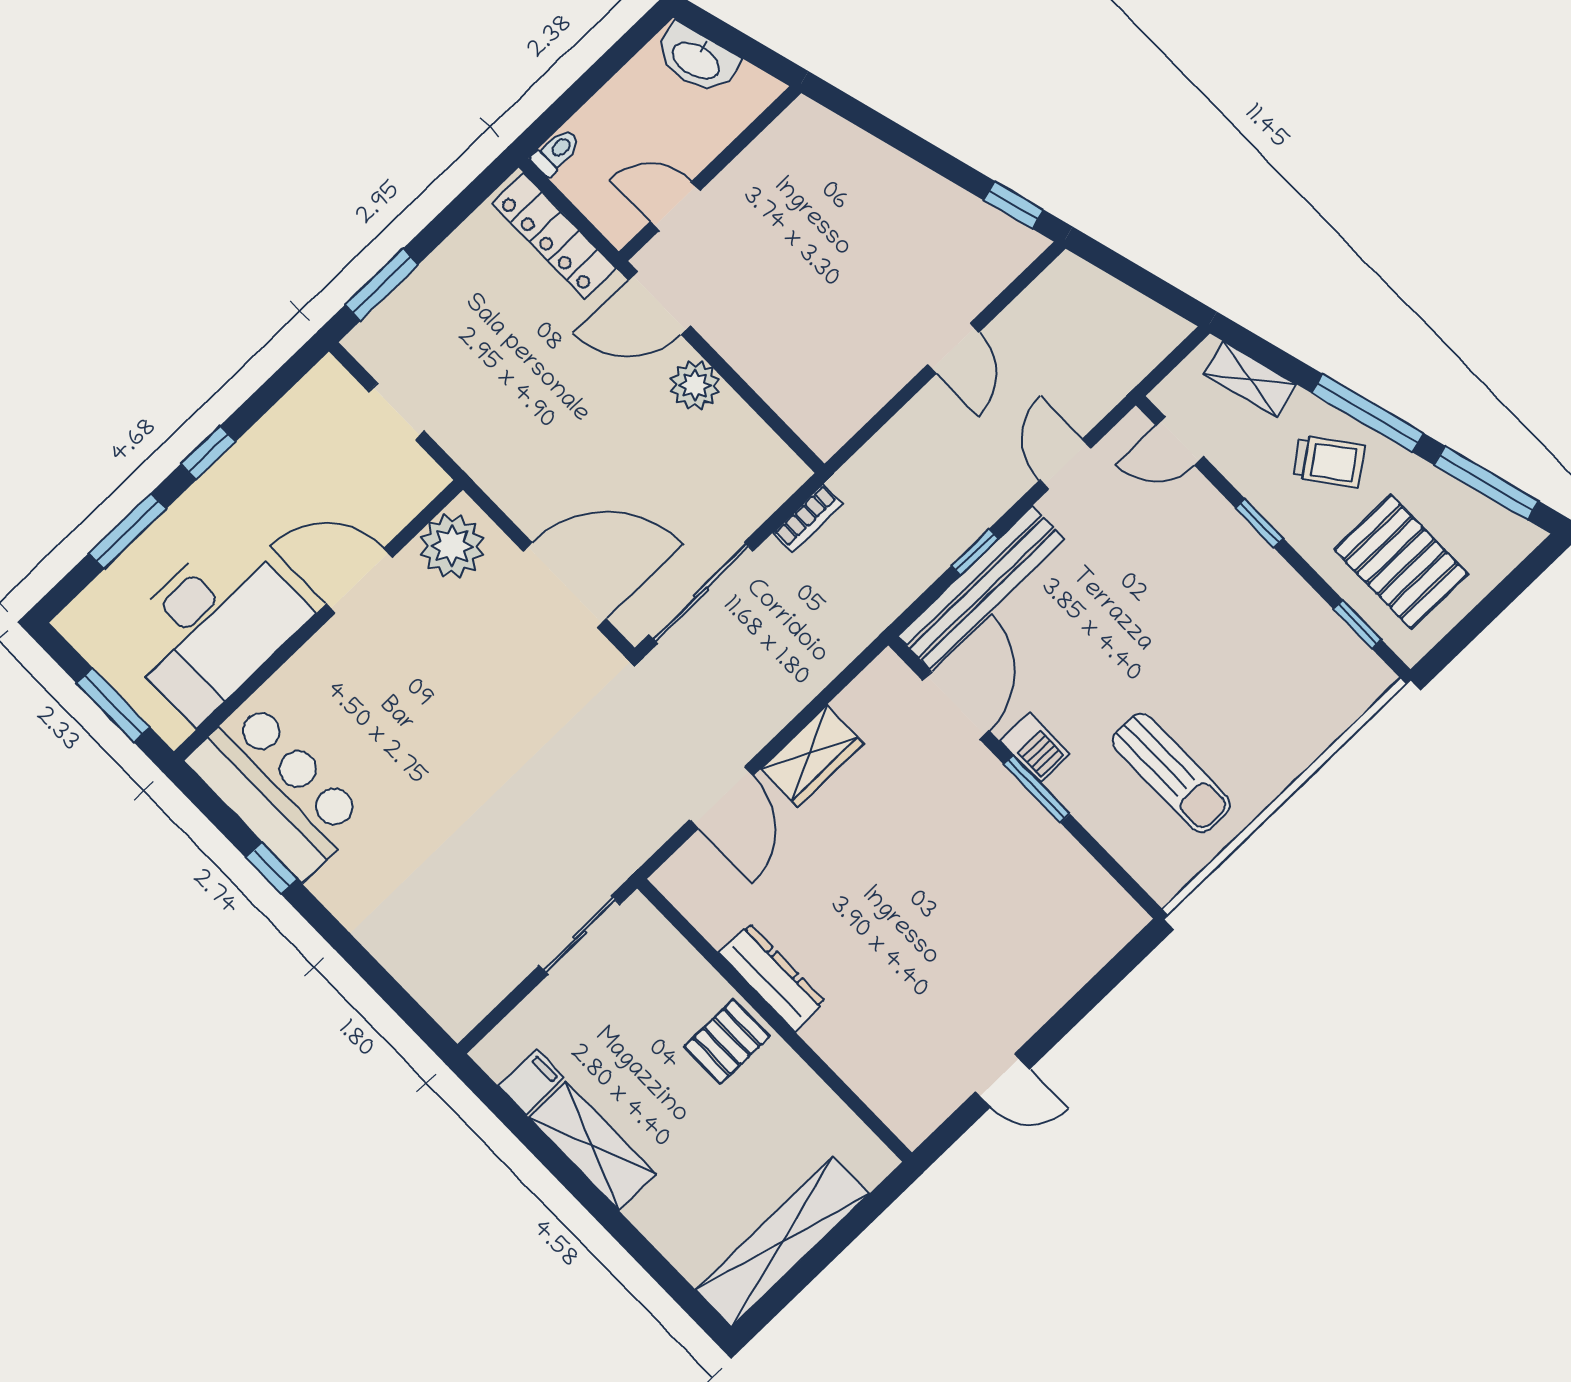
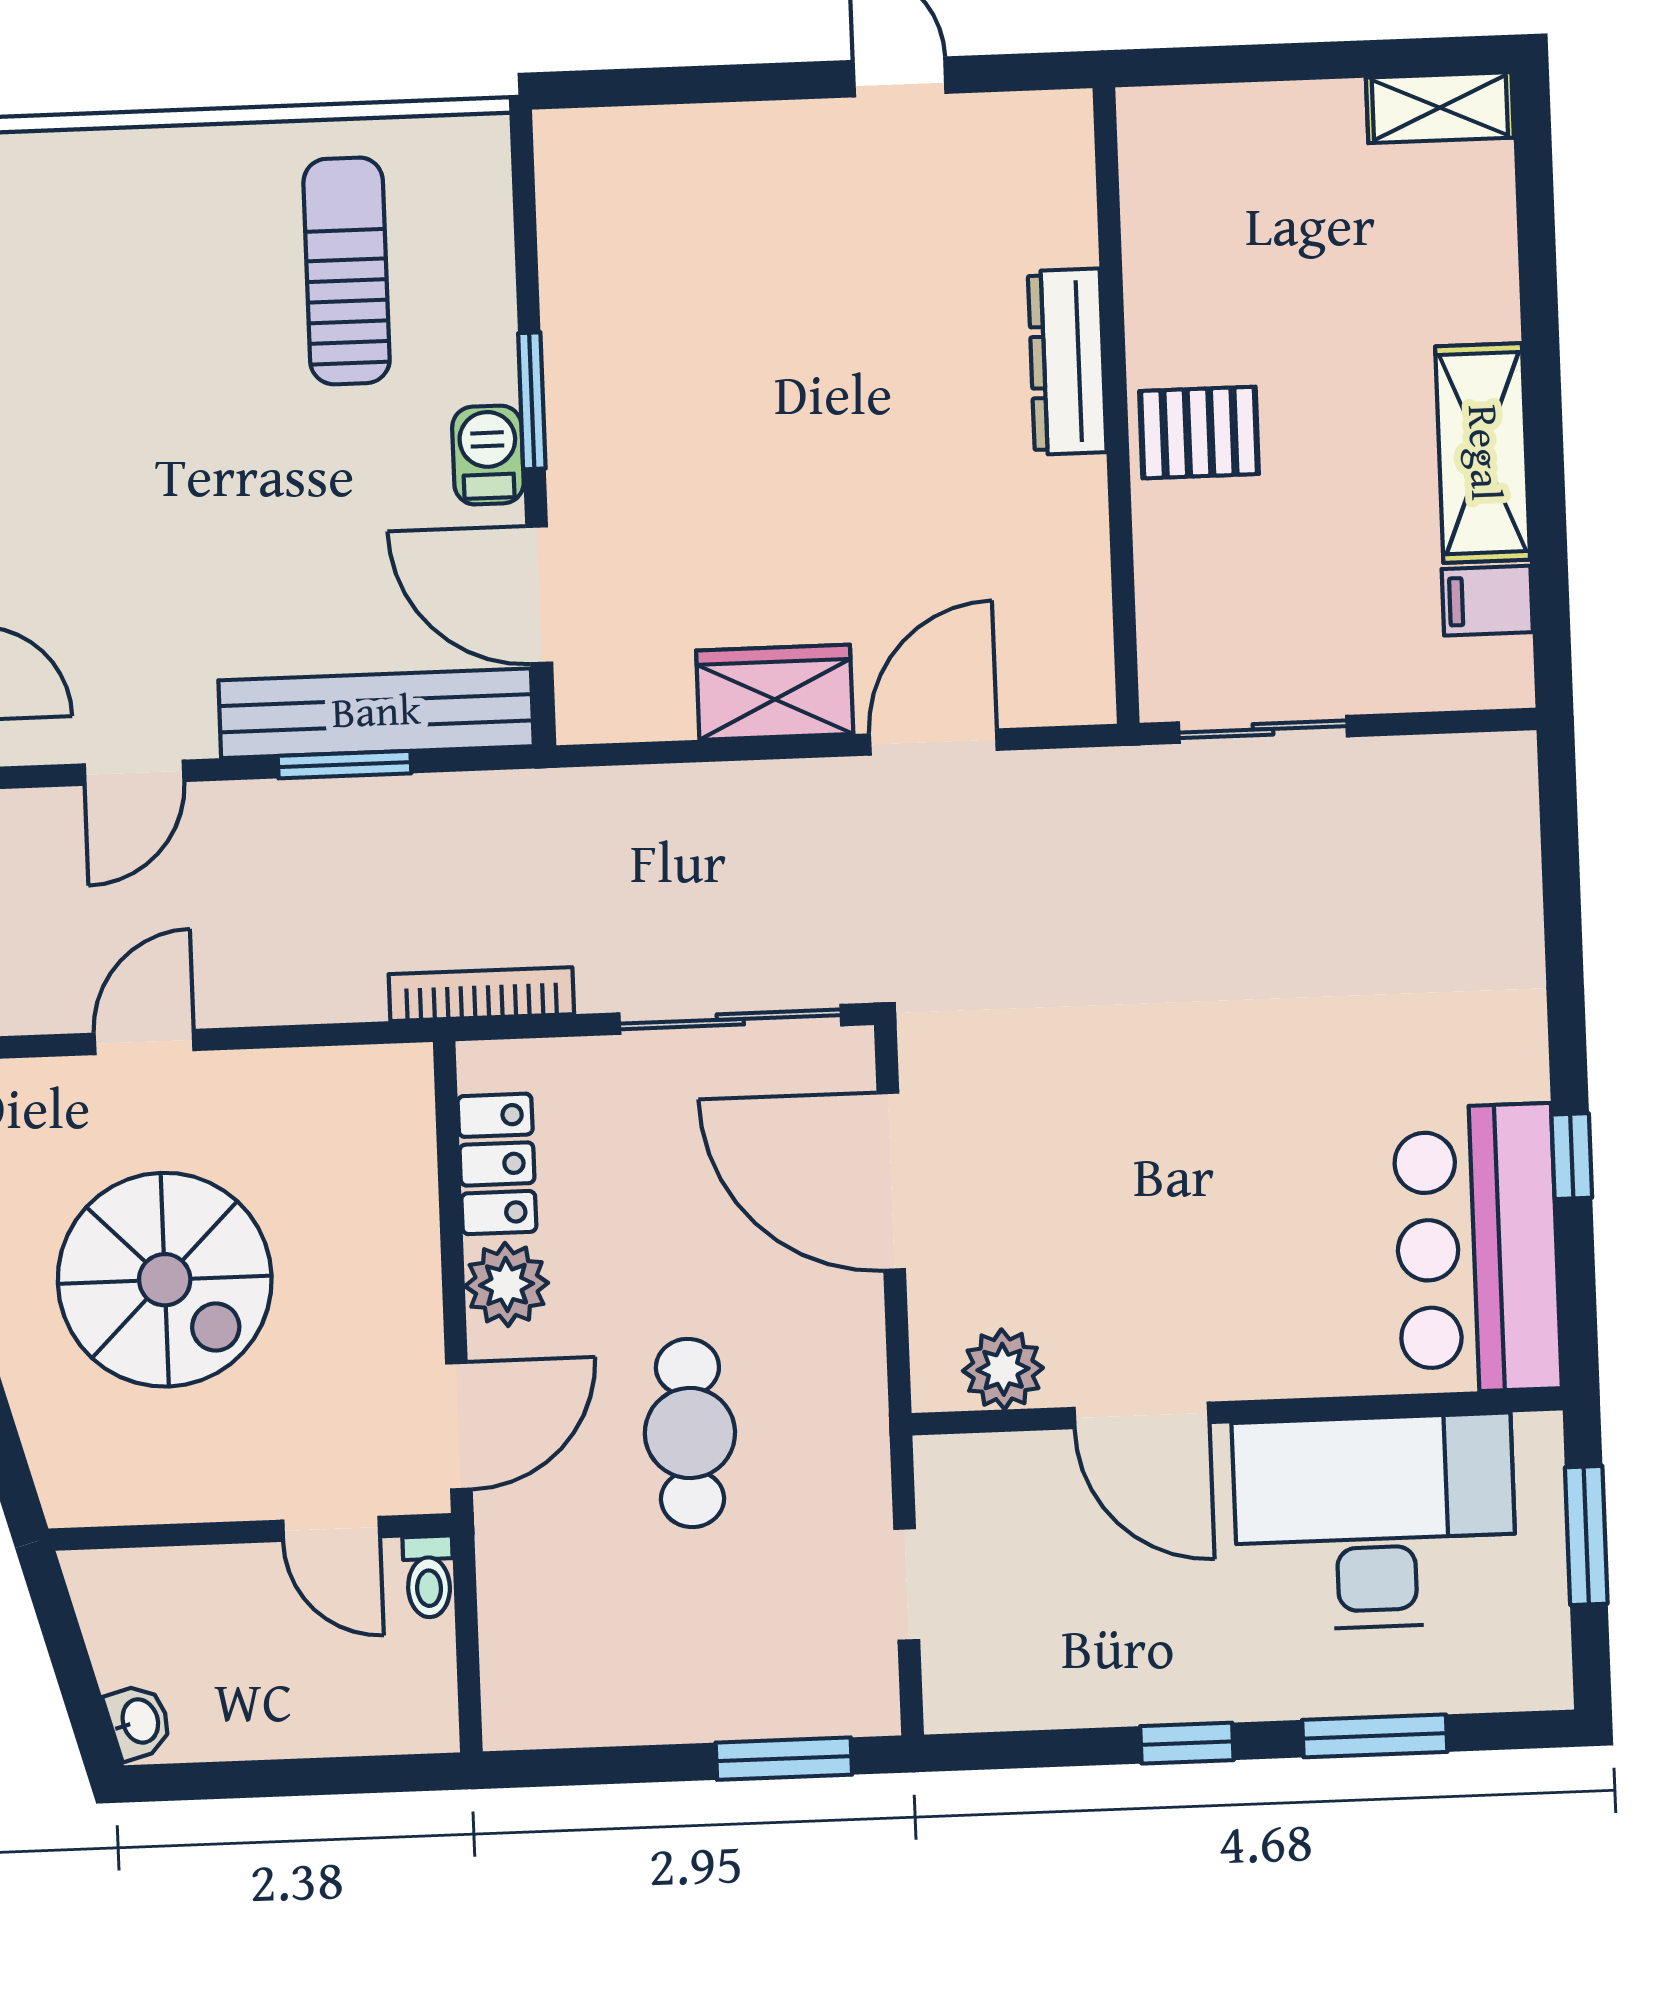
washbasin: (696, 59) -> (139, 1721), width x0.52, depth x0.69
toilet: (556, 152) -> (429, 1577), moved, turned -90
locker: (554, 236) -> (497, 1164), moved, width x0.66
spiral stairs: (849, 251) -> (165, 1280), added
door: (659, 303) -> (459, 1426), hinge flipped
cafe table: (554, 392) -> (690, 1433), added
bookcase: (808, 518) -> (481, 994), width x1.56
plant: (452, 546) -> (1003, 1369), width x0.73, depth x0.73
window: (975, 552) -> (345, 765), width x1.50
door: (956, 706) -> (539, 595), hinge flipped
dresser: (772, 977) -> (1067, 362), moved
shelving: (782, 1242) -> (1440, 108), width x0.45, depth x0.75

